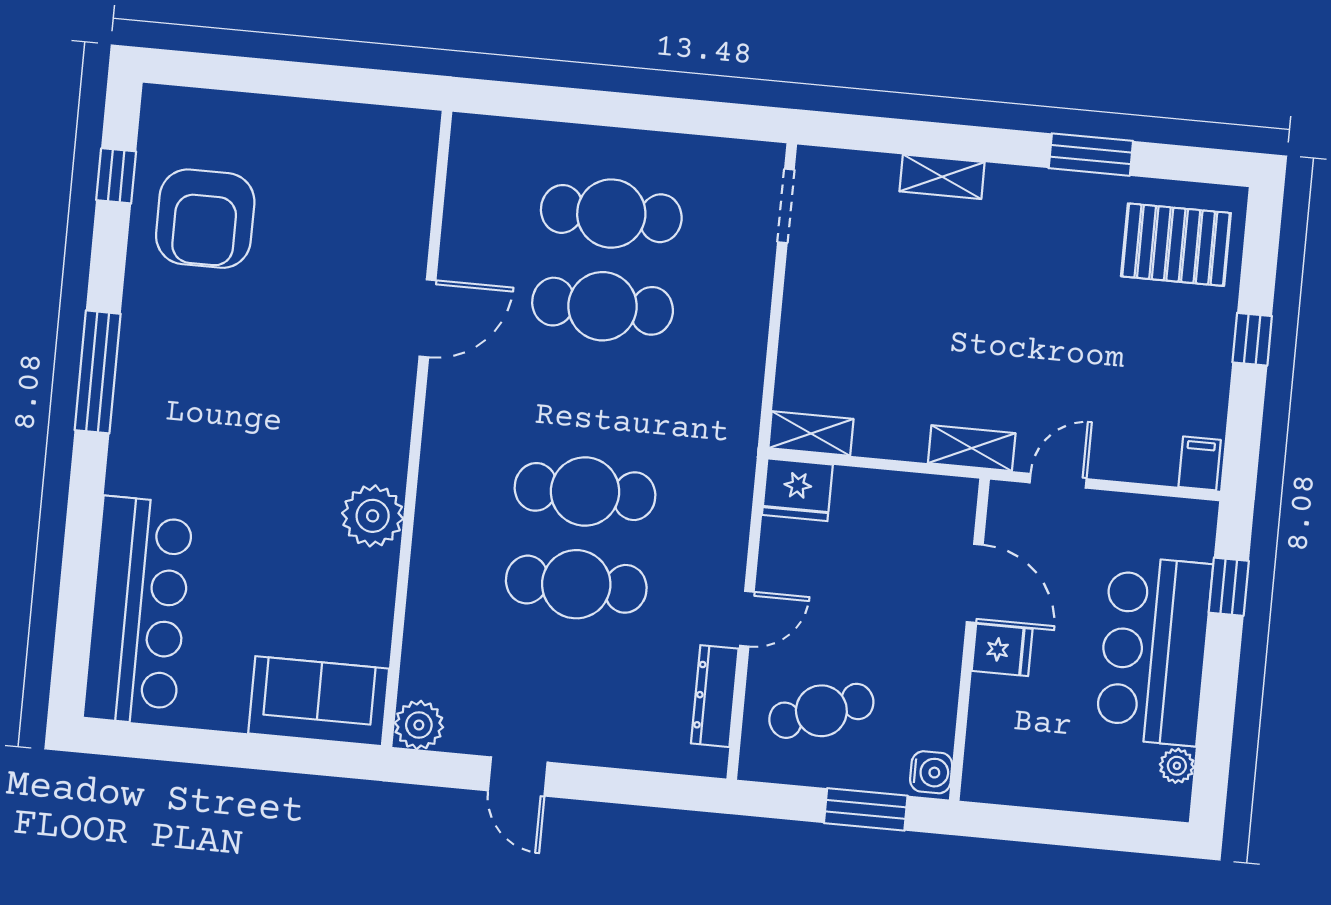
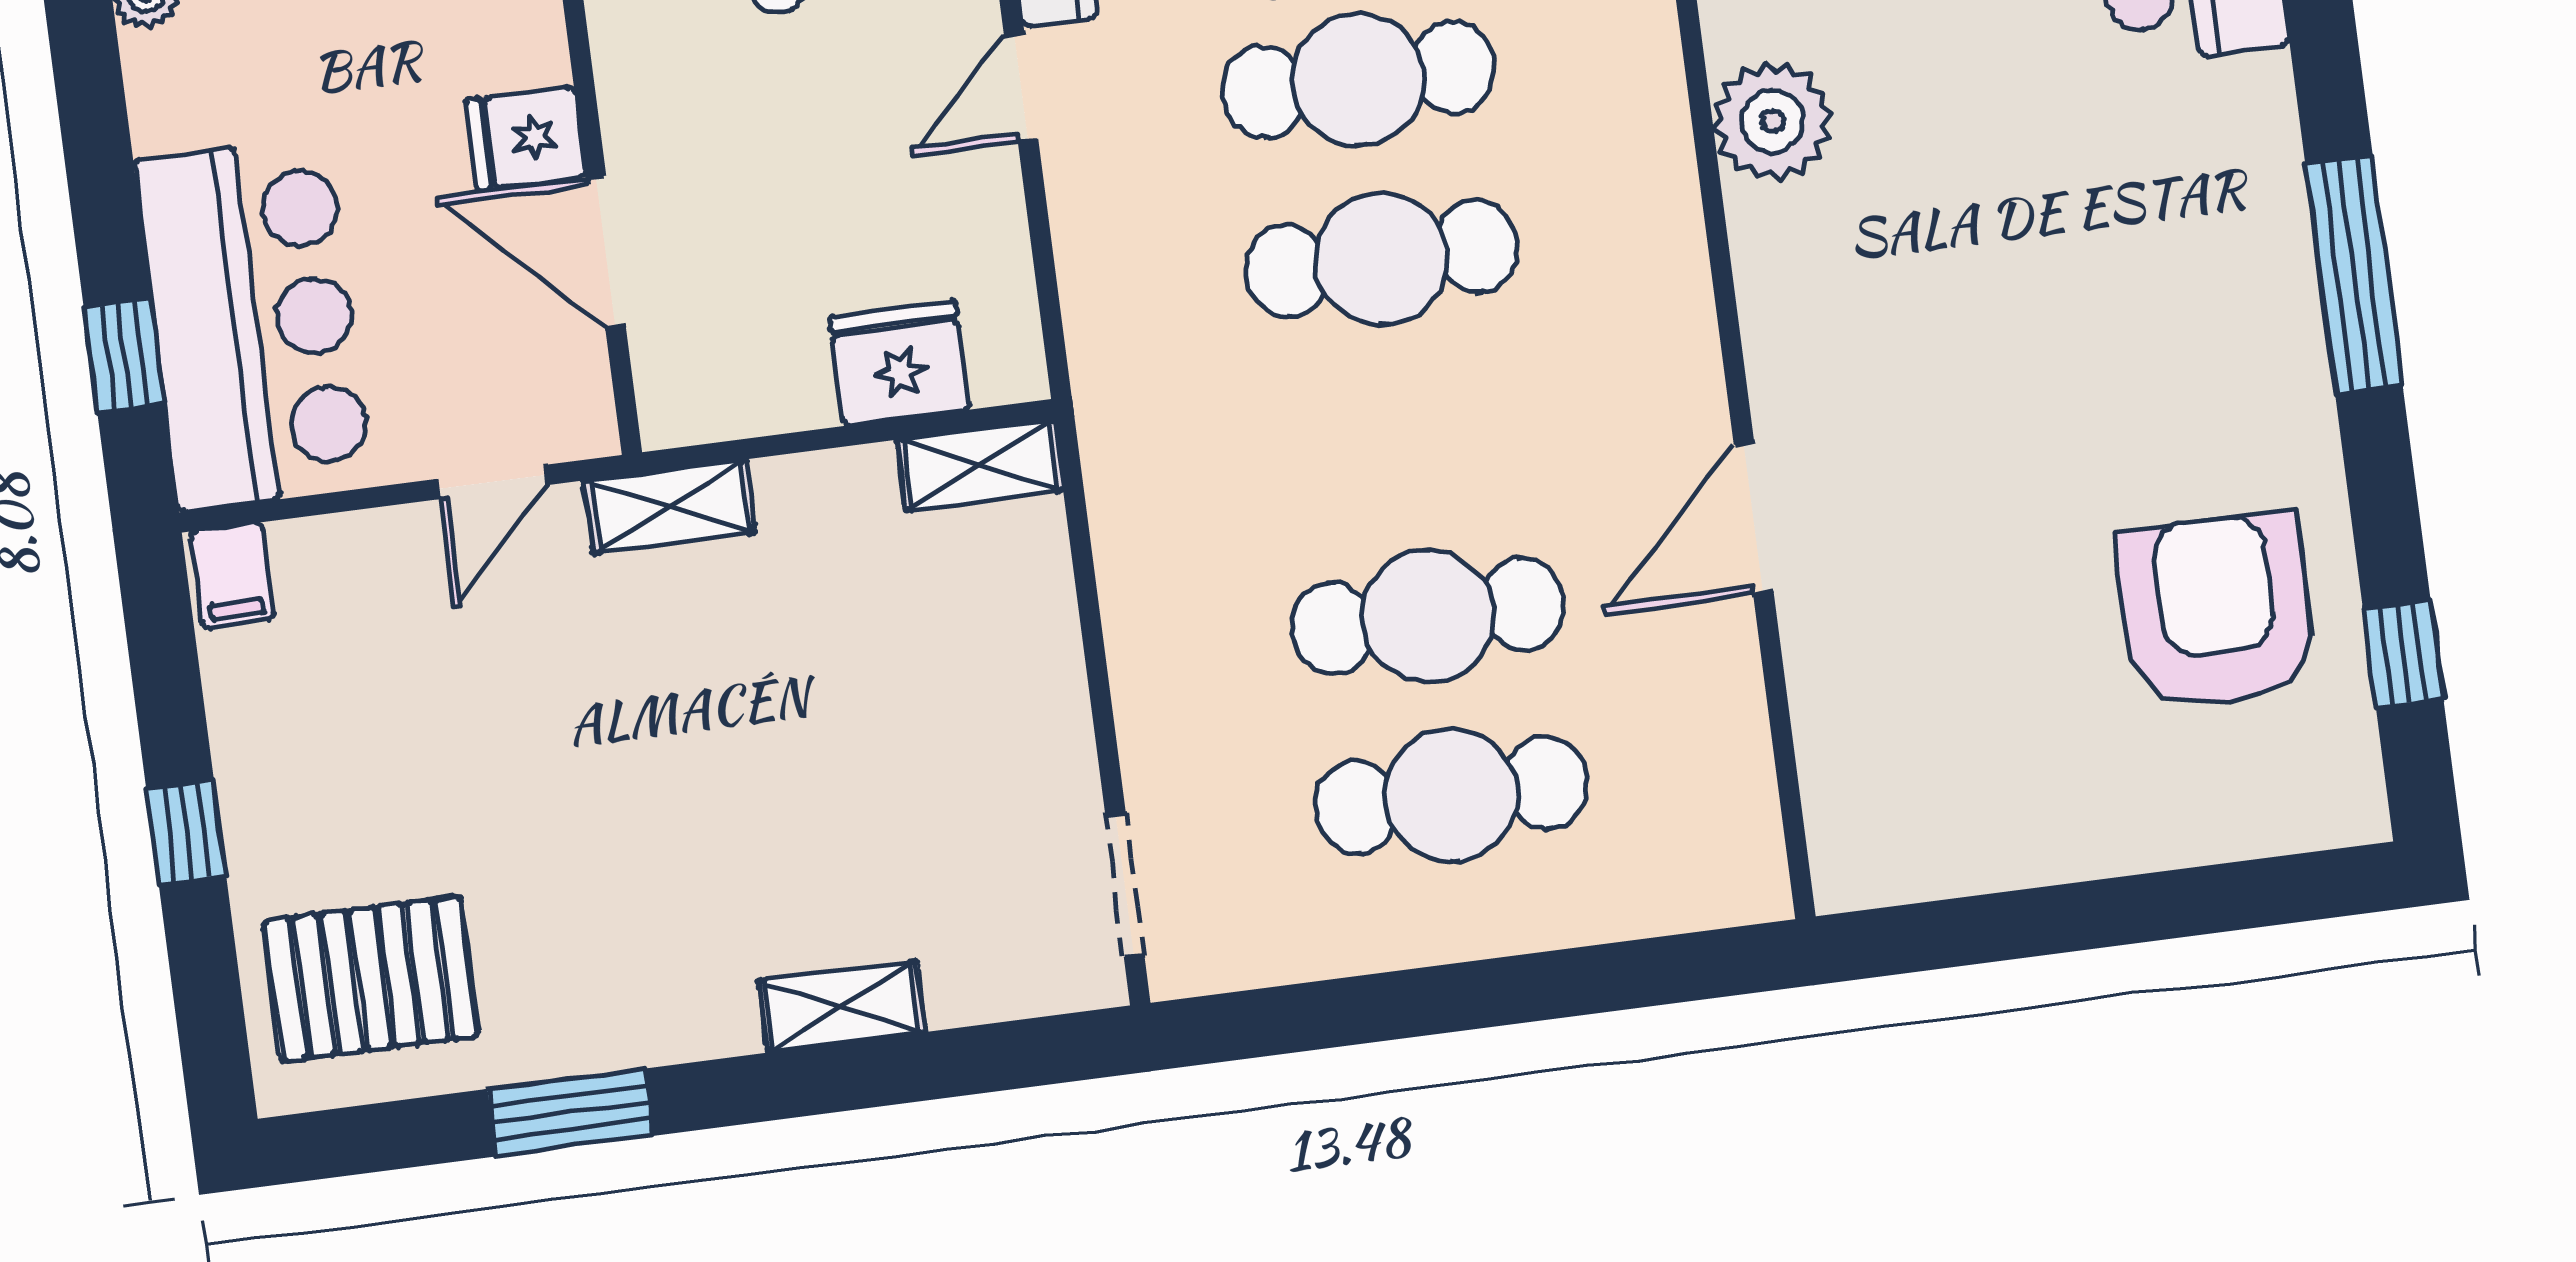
fridge: (797, 490) -> (900, 363), moved
bar counter: (1154, 651) -> (254, 324), moved

